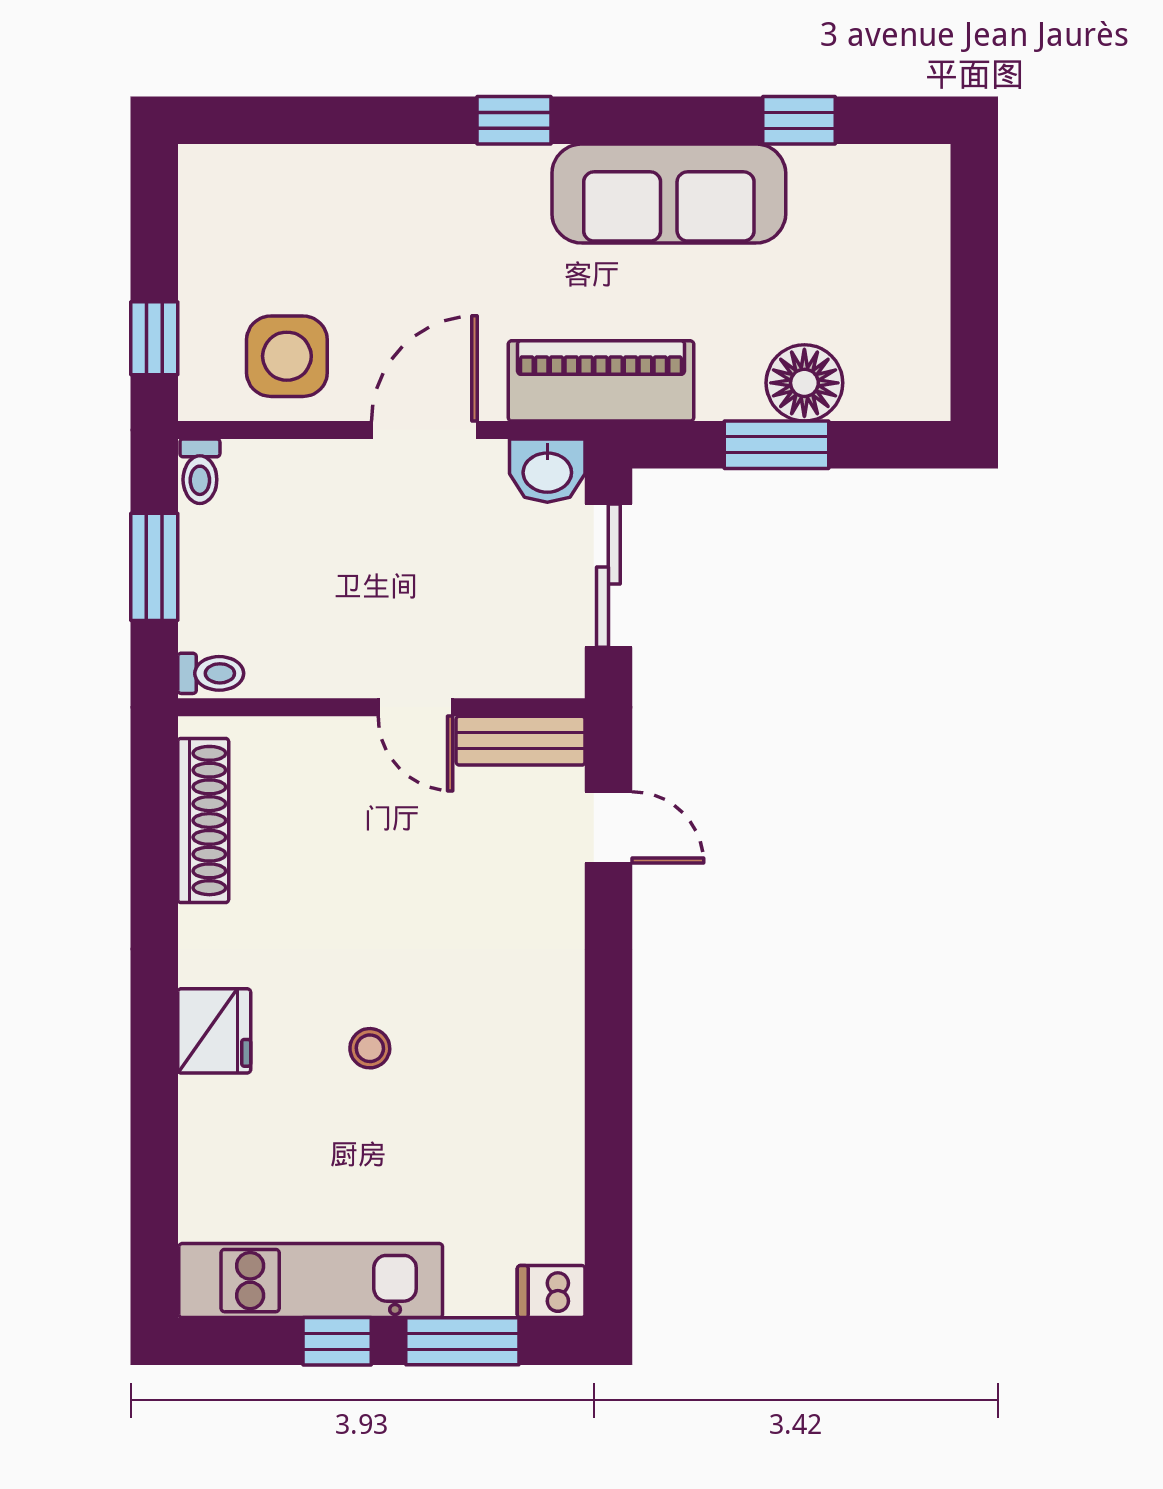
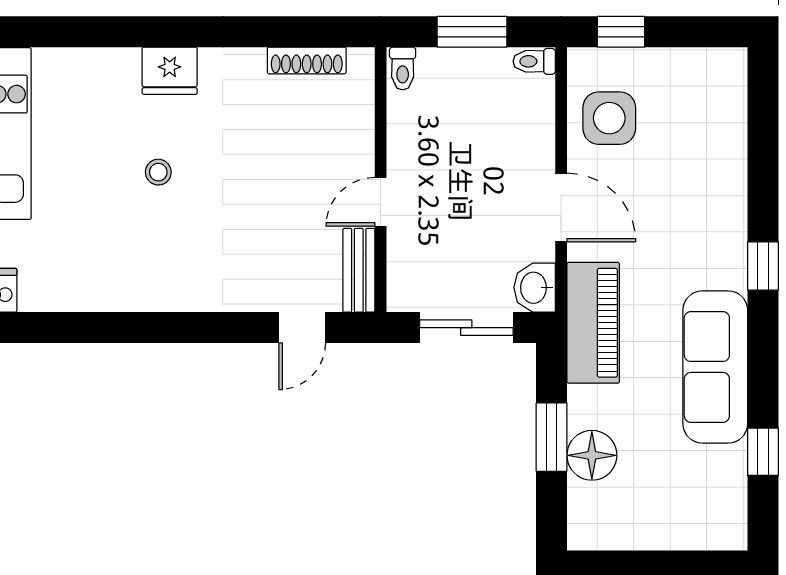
shoe rack: (203, 821) -> (307, 60), width x0.74, depth x0.81

